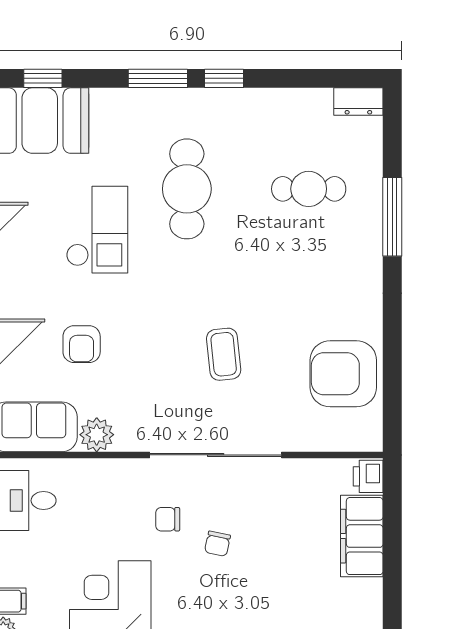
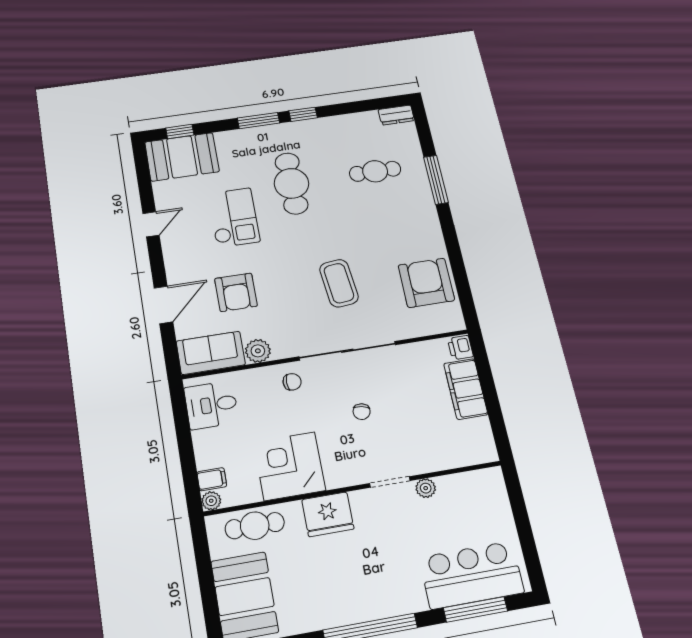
armchair: (82, 344) -> (236, 292), width x1.38, depth x1.38
coffee table: (224, 354) -> (339, 283), width x1.36, depth x1.30
armchair: (343, 374) -> (426, 283), turned 90
chair: (168, 519) -> (292, 382), moved, turned 180

